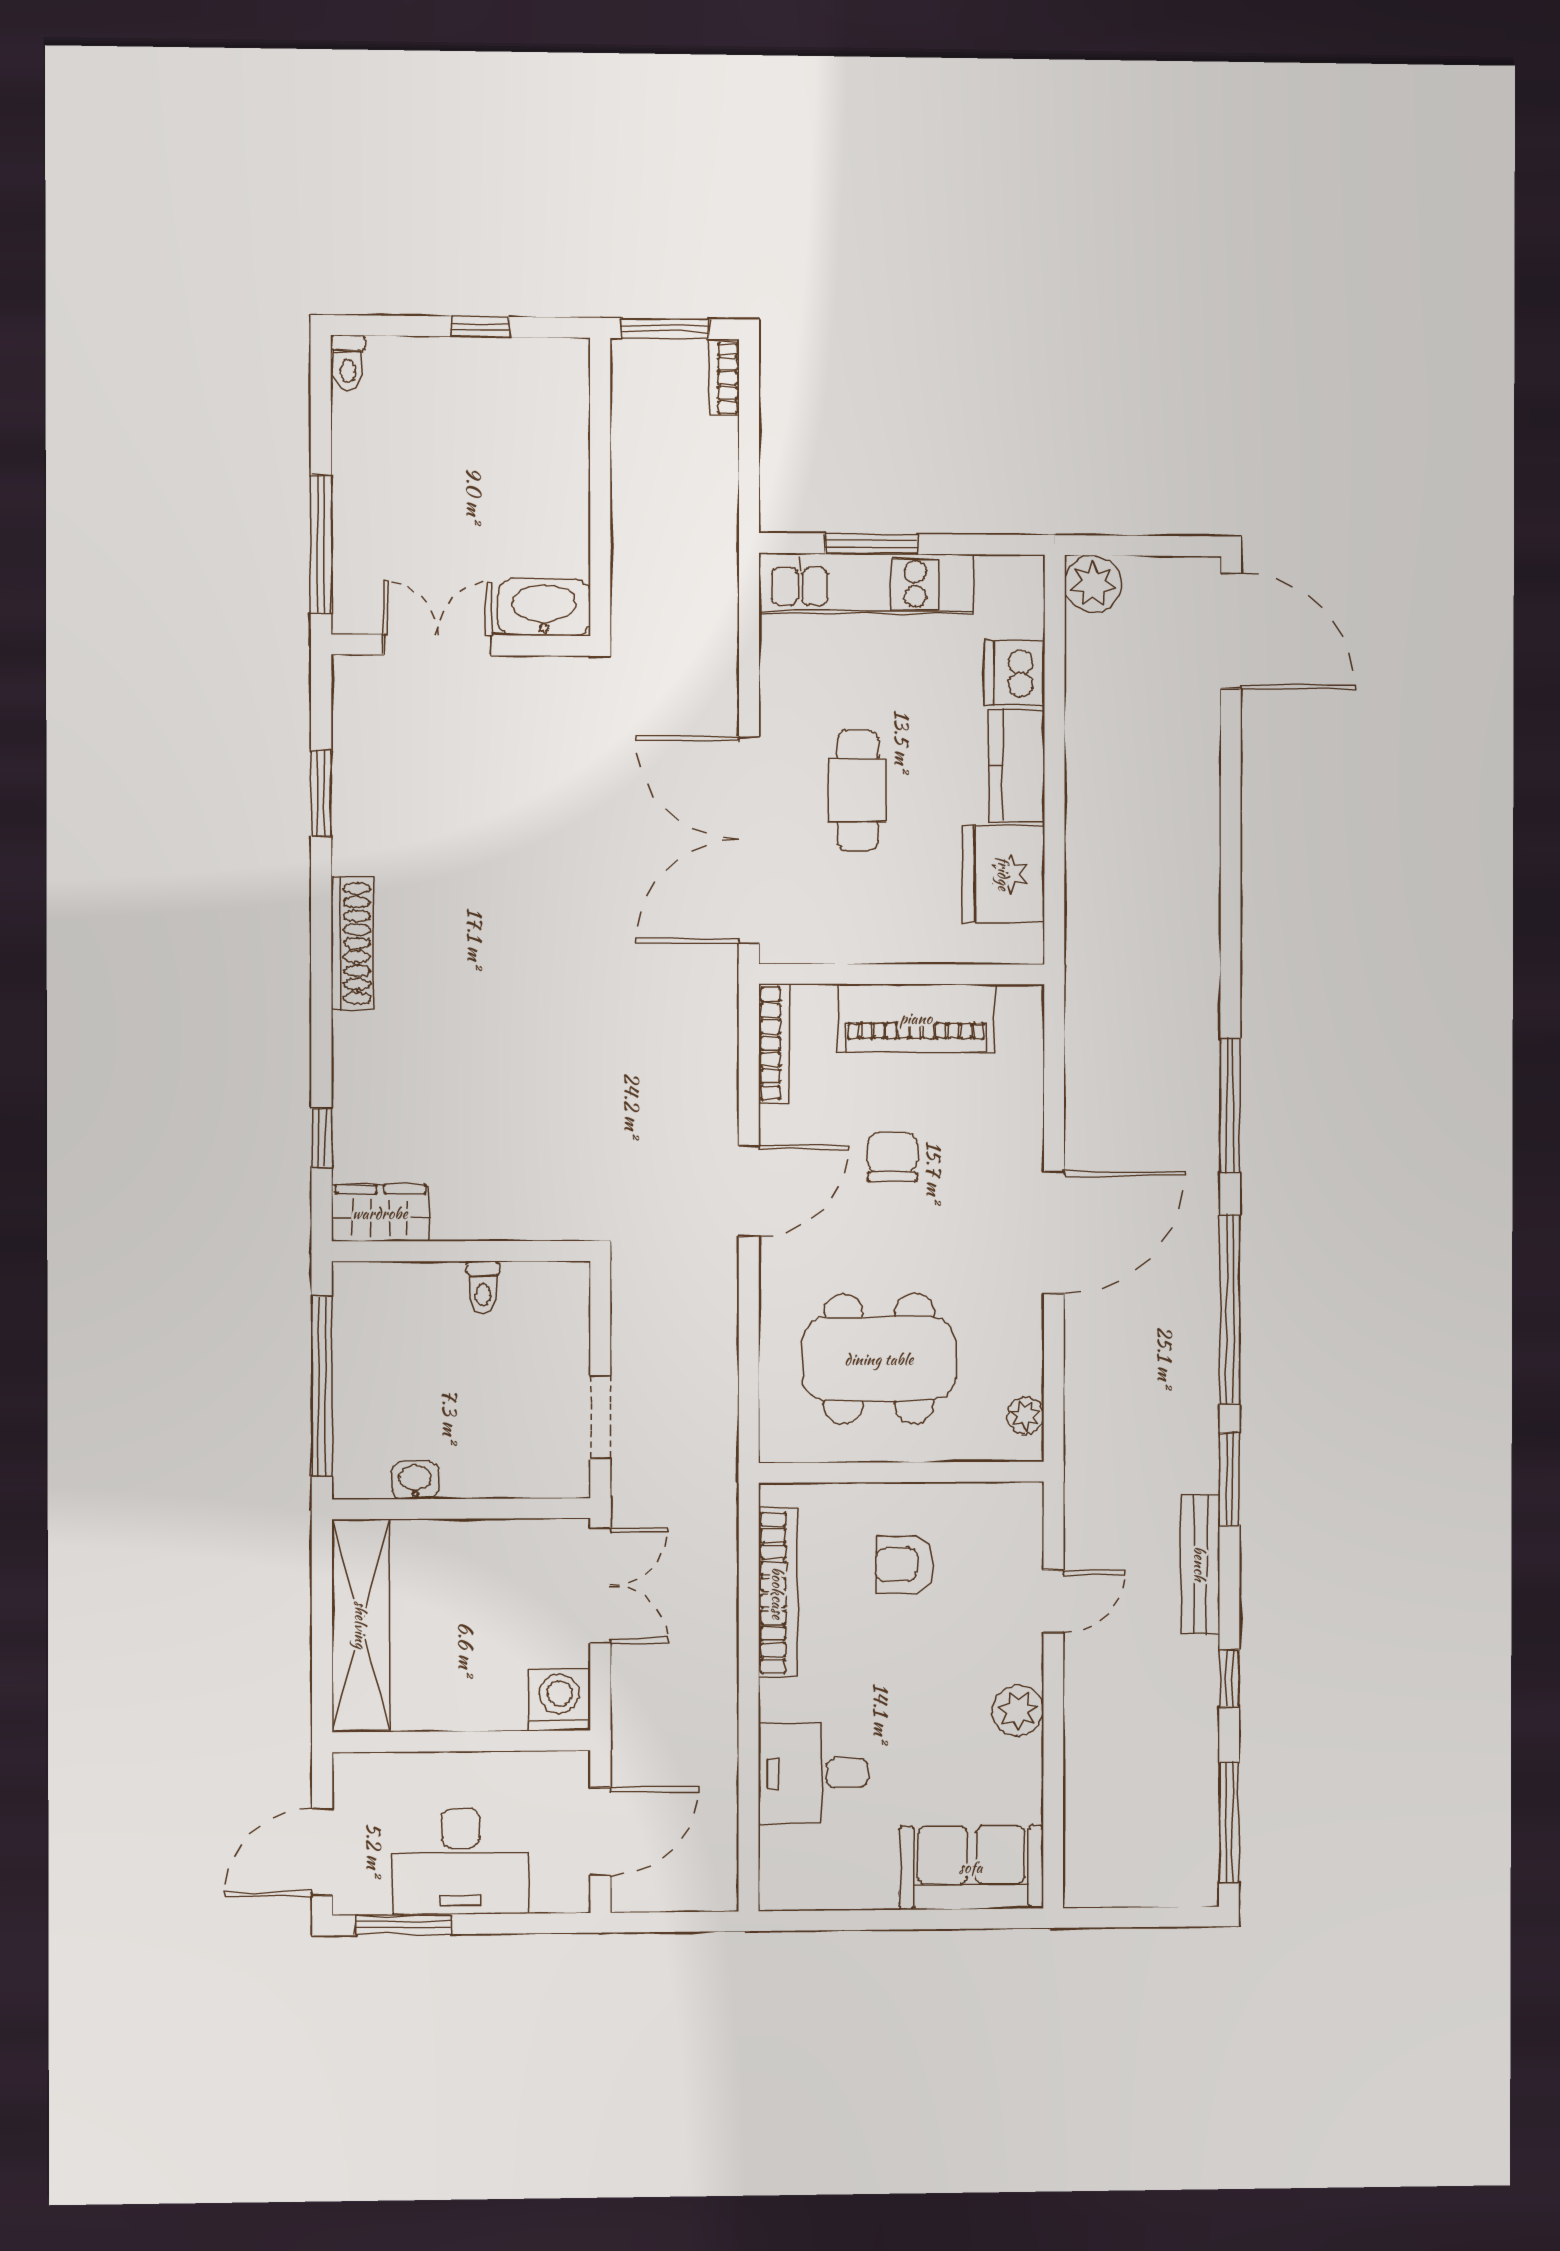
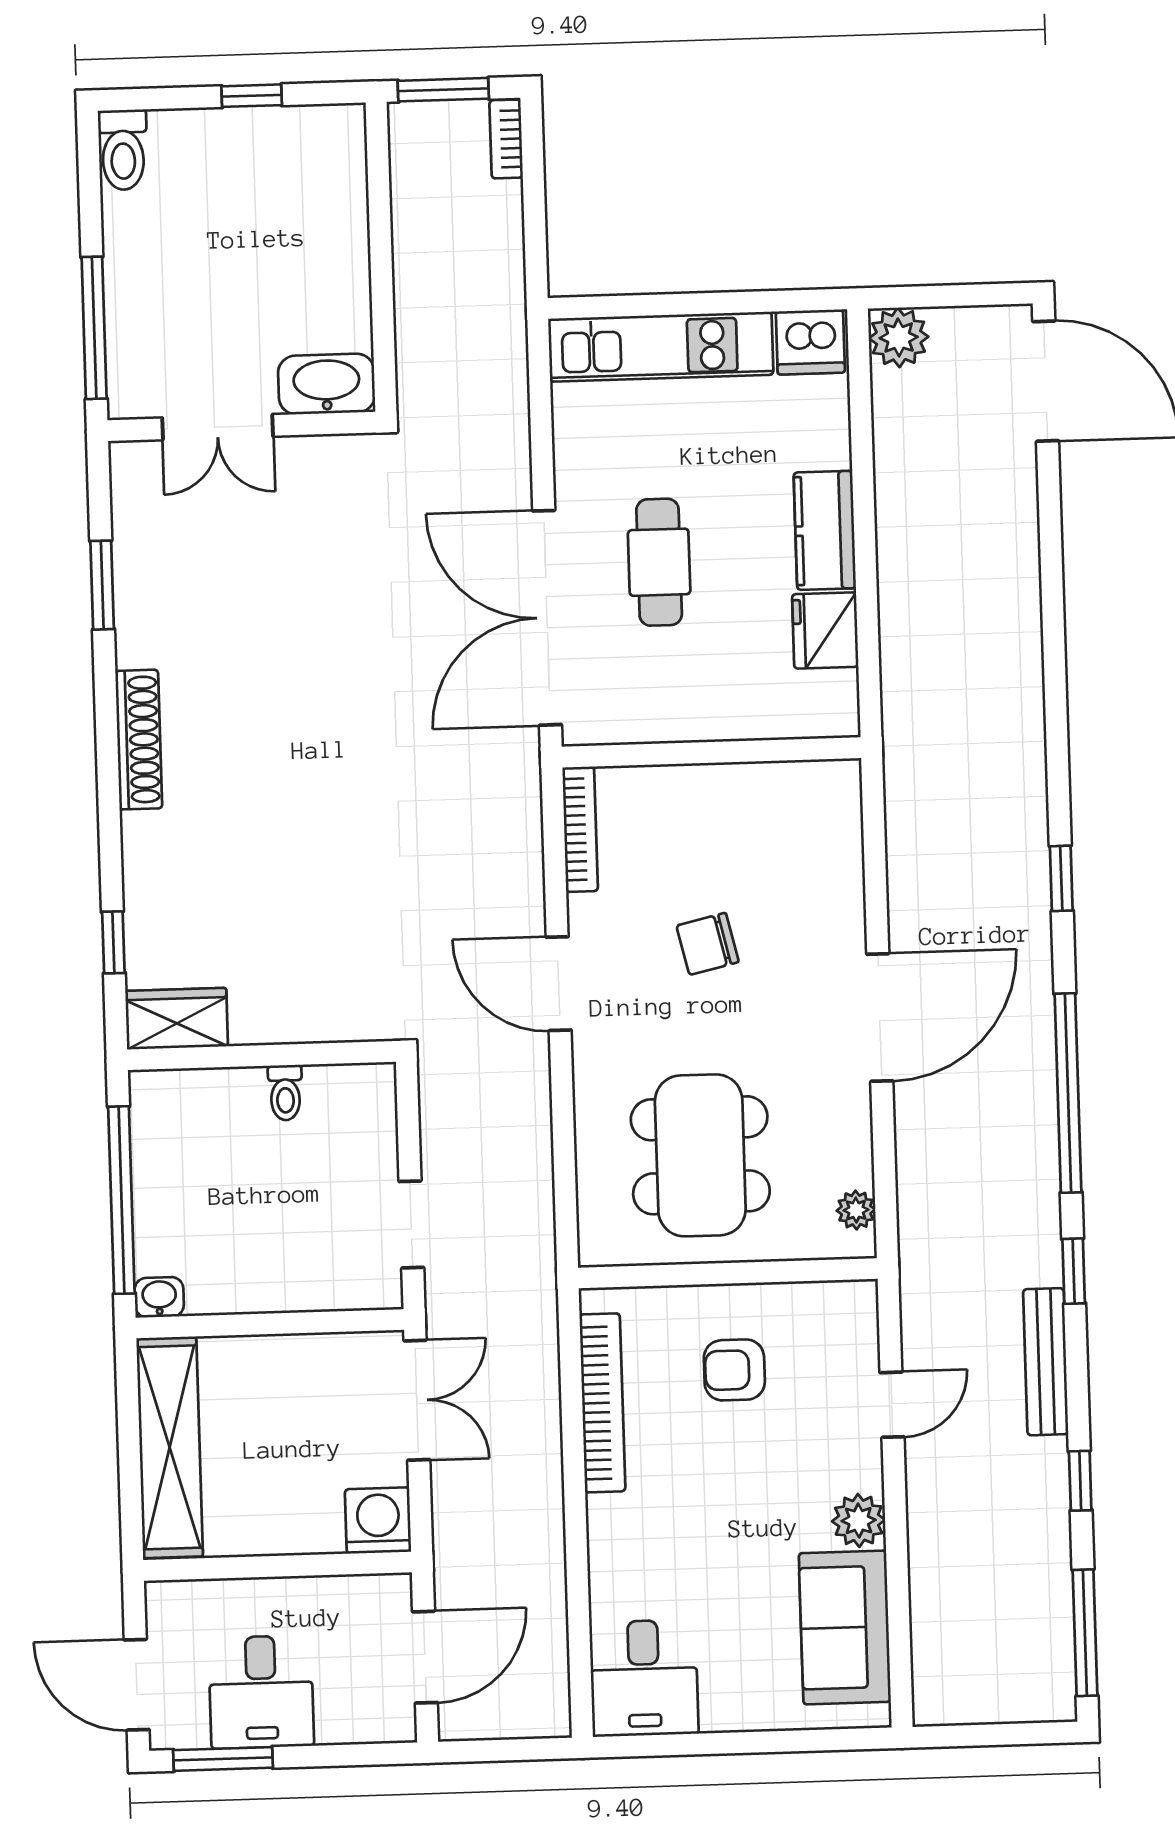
toilet: (348, 363) -> (123, 150), width x1.37, depth x1.39
window: (871, 544) -> (665, 305), removed
double door: (438, 645) -> (218, 427), swing flipped
dishwasher: (1015, 673) -> (810, 342), moved, turned -90
fridge: (1004, 874) -> (825, 630), width x0.73, depth x0.75
piano: (916, 1018) -> (728, 798), removed
window: (1230, 1105) -> (1061, 878), width x0.46
chair: (892, 1157) -> (708, 944), turned -103
door: (749, 1191) -> (559, 984), swing flipped
dining table: (879, 1359) -> (700, 1155), turned 90
window: (1230, 1479) -> (1074, 1271), width x0.67
washbasin: (415, 1480) -> (159, 1297), moved
desk: (813, 1773) -> (644, 1678), moved, turned -90
door: (322, 1852) -> (137, 1685), hinge flipped
desk: (460, 1861) -> (261, 1692), width x0.73
sofa: (971, 1867) -> (845, 1627), moved, turned -90

